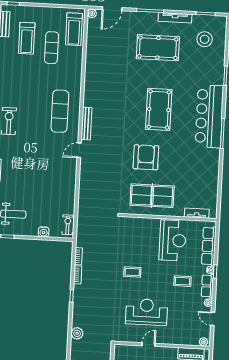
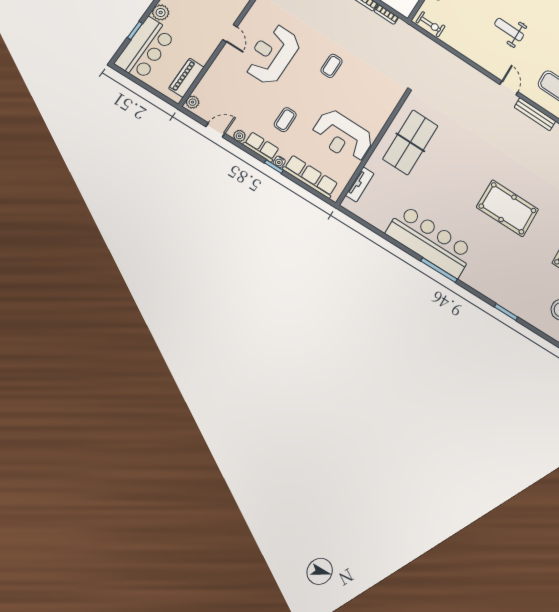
bar counter: (209, 116) -> (430, 241), moved
armchair: (146, 157) -> (460, 161), removed
weight bench: (40, 171) -> (509, 30), added
reception desk: (147, 312) -> (272, 54), turned 180

